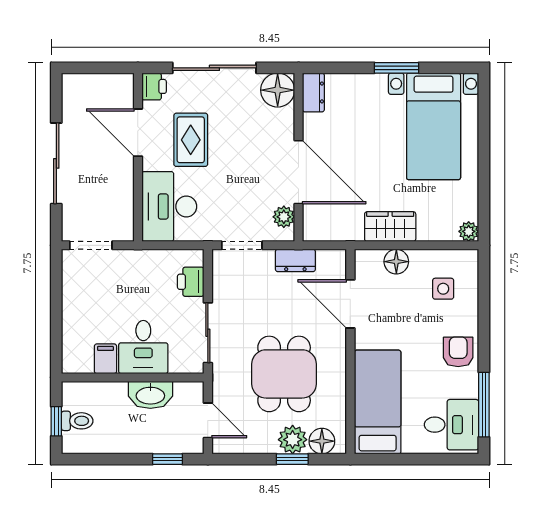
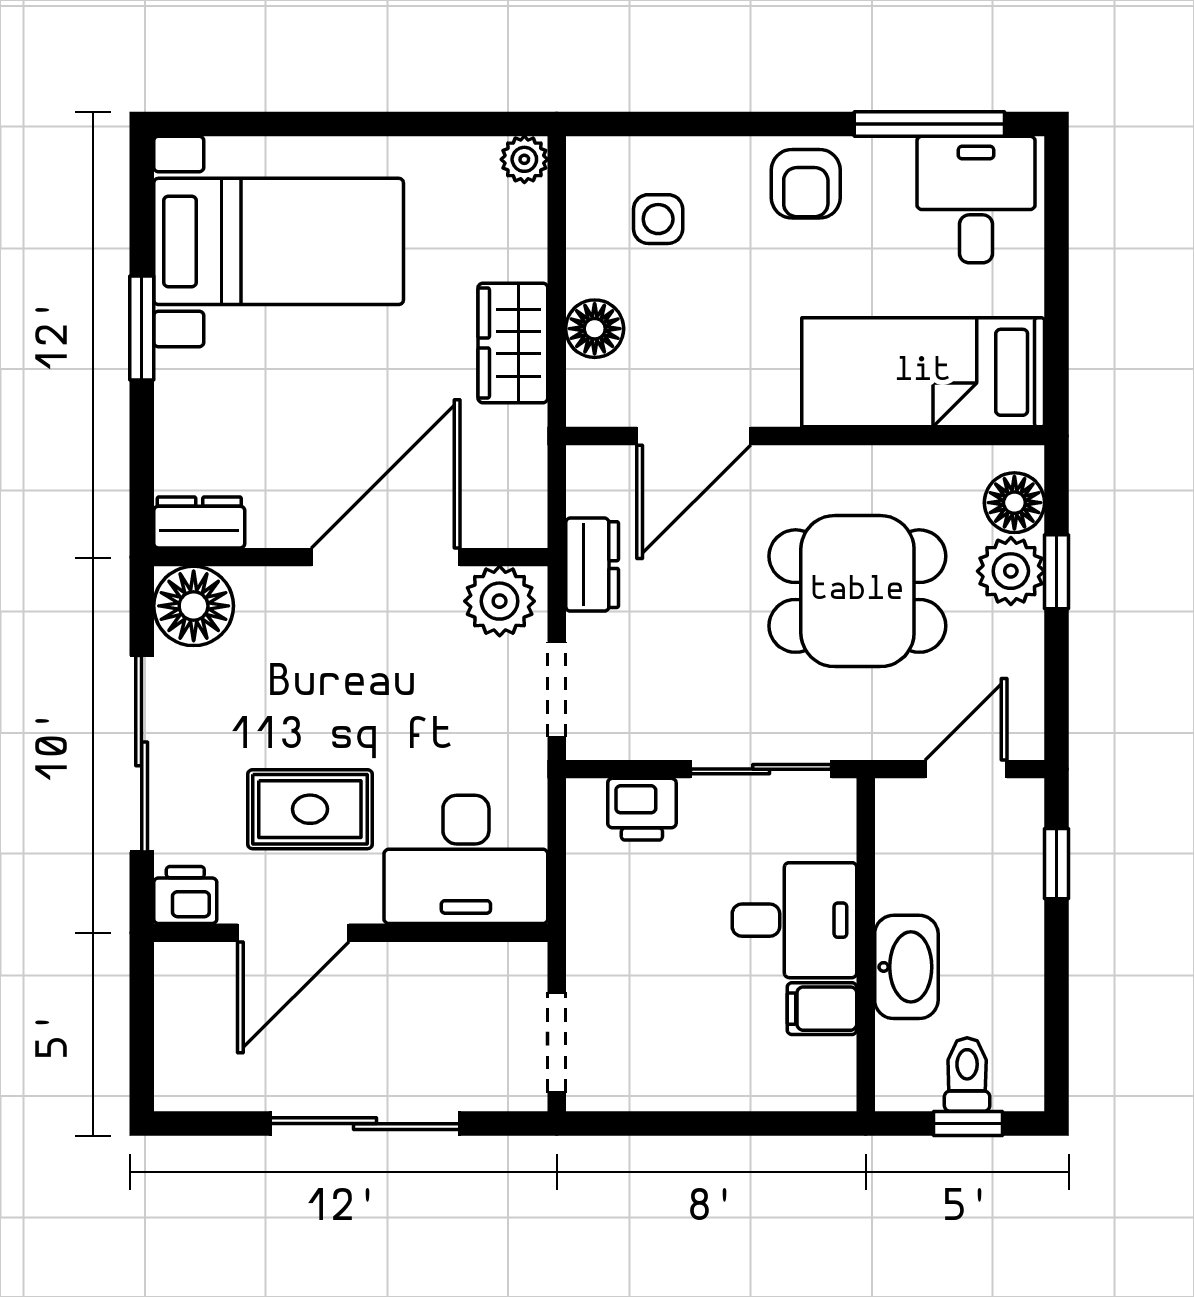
plant: (284, 217) -> (500, 601), width x1.38, depth x1.38
armchair: (458, 352) -> (806, 184), turned -90
washbasin: (150, 395) -> (906, 967), moved

